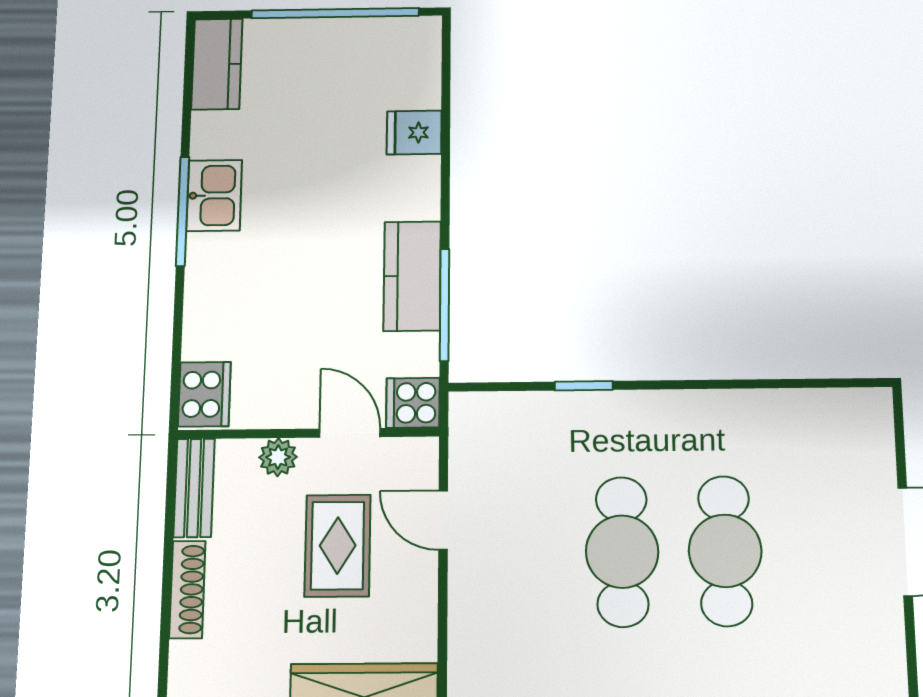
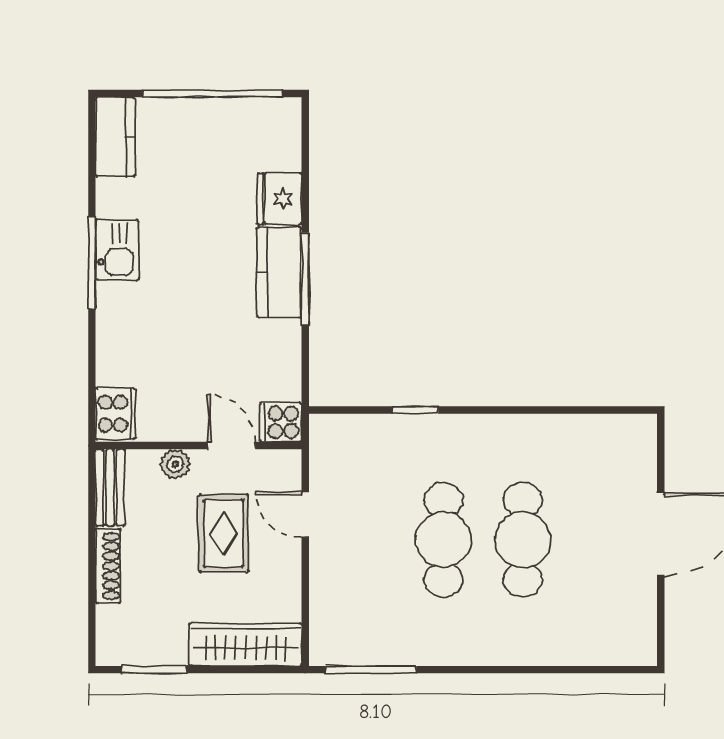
fridge: (414, 133) -> (279, 199), width x1.38
kitchen counter: (412, 276) -> (279, 272), moved
window: (444, 305) -> (305, 279), moved

